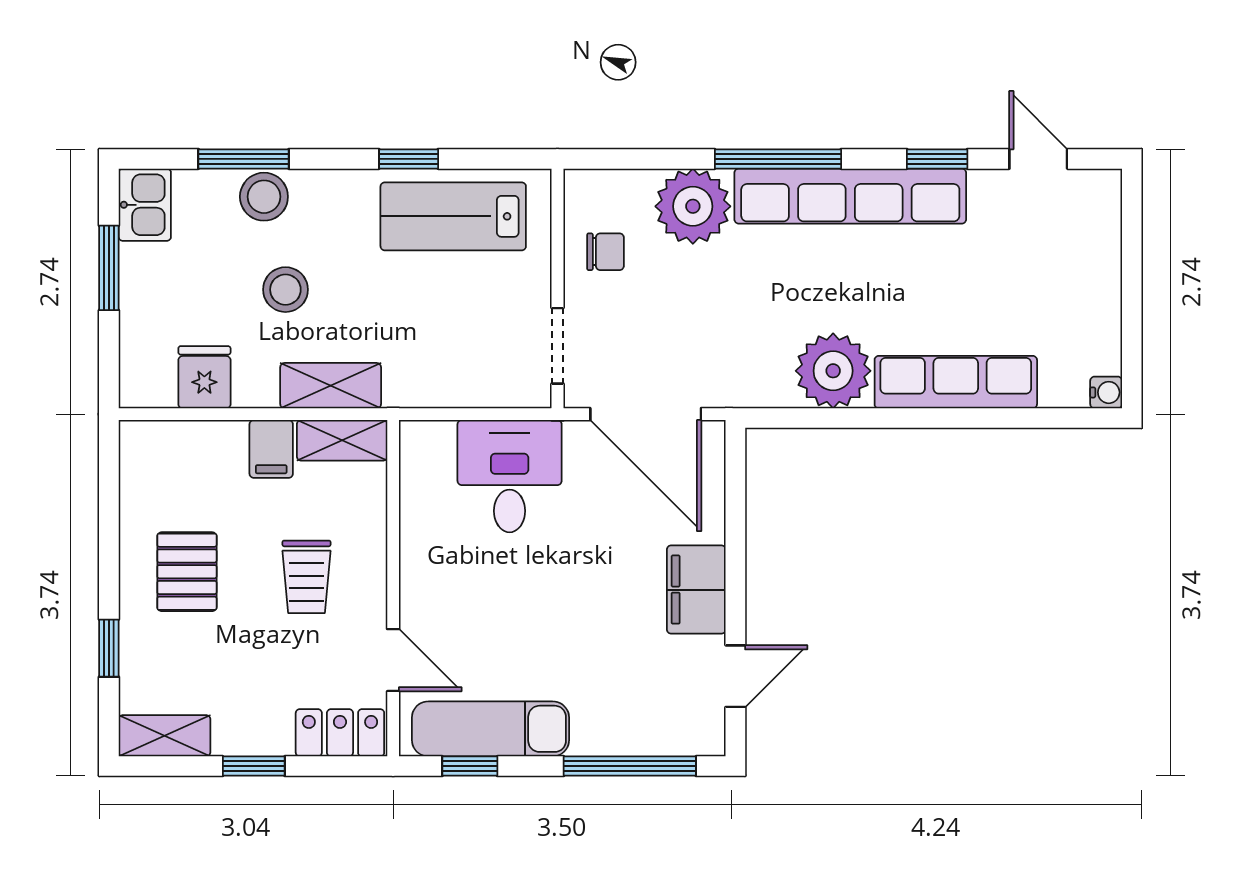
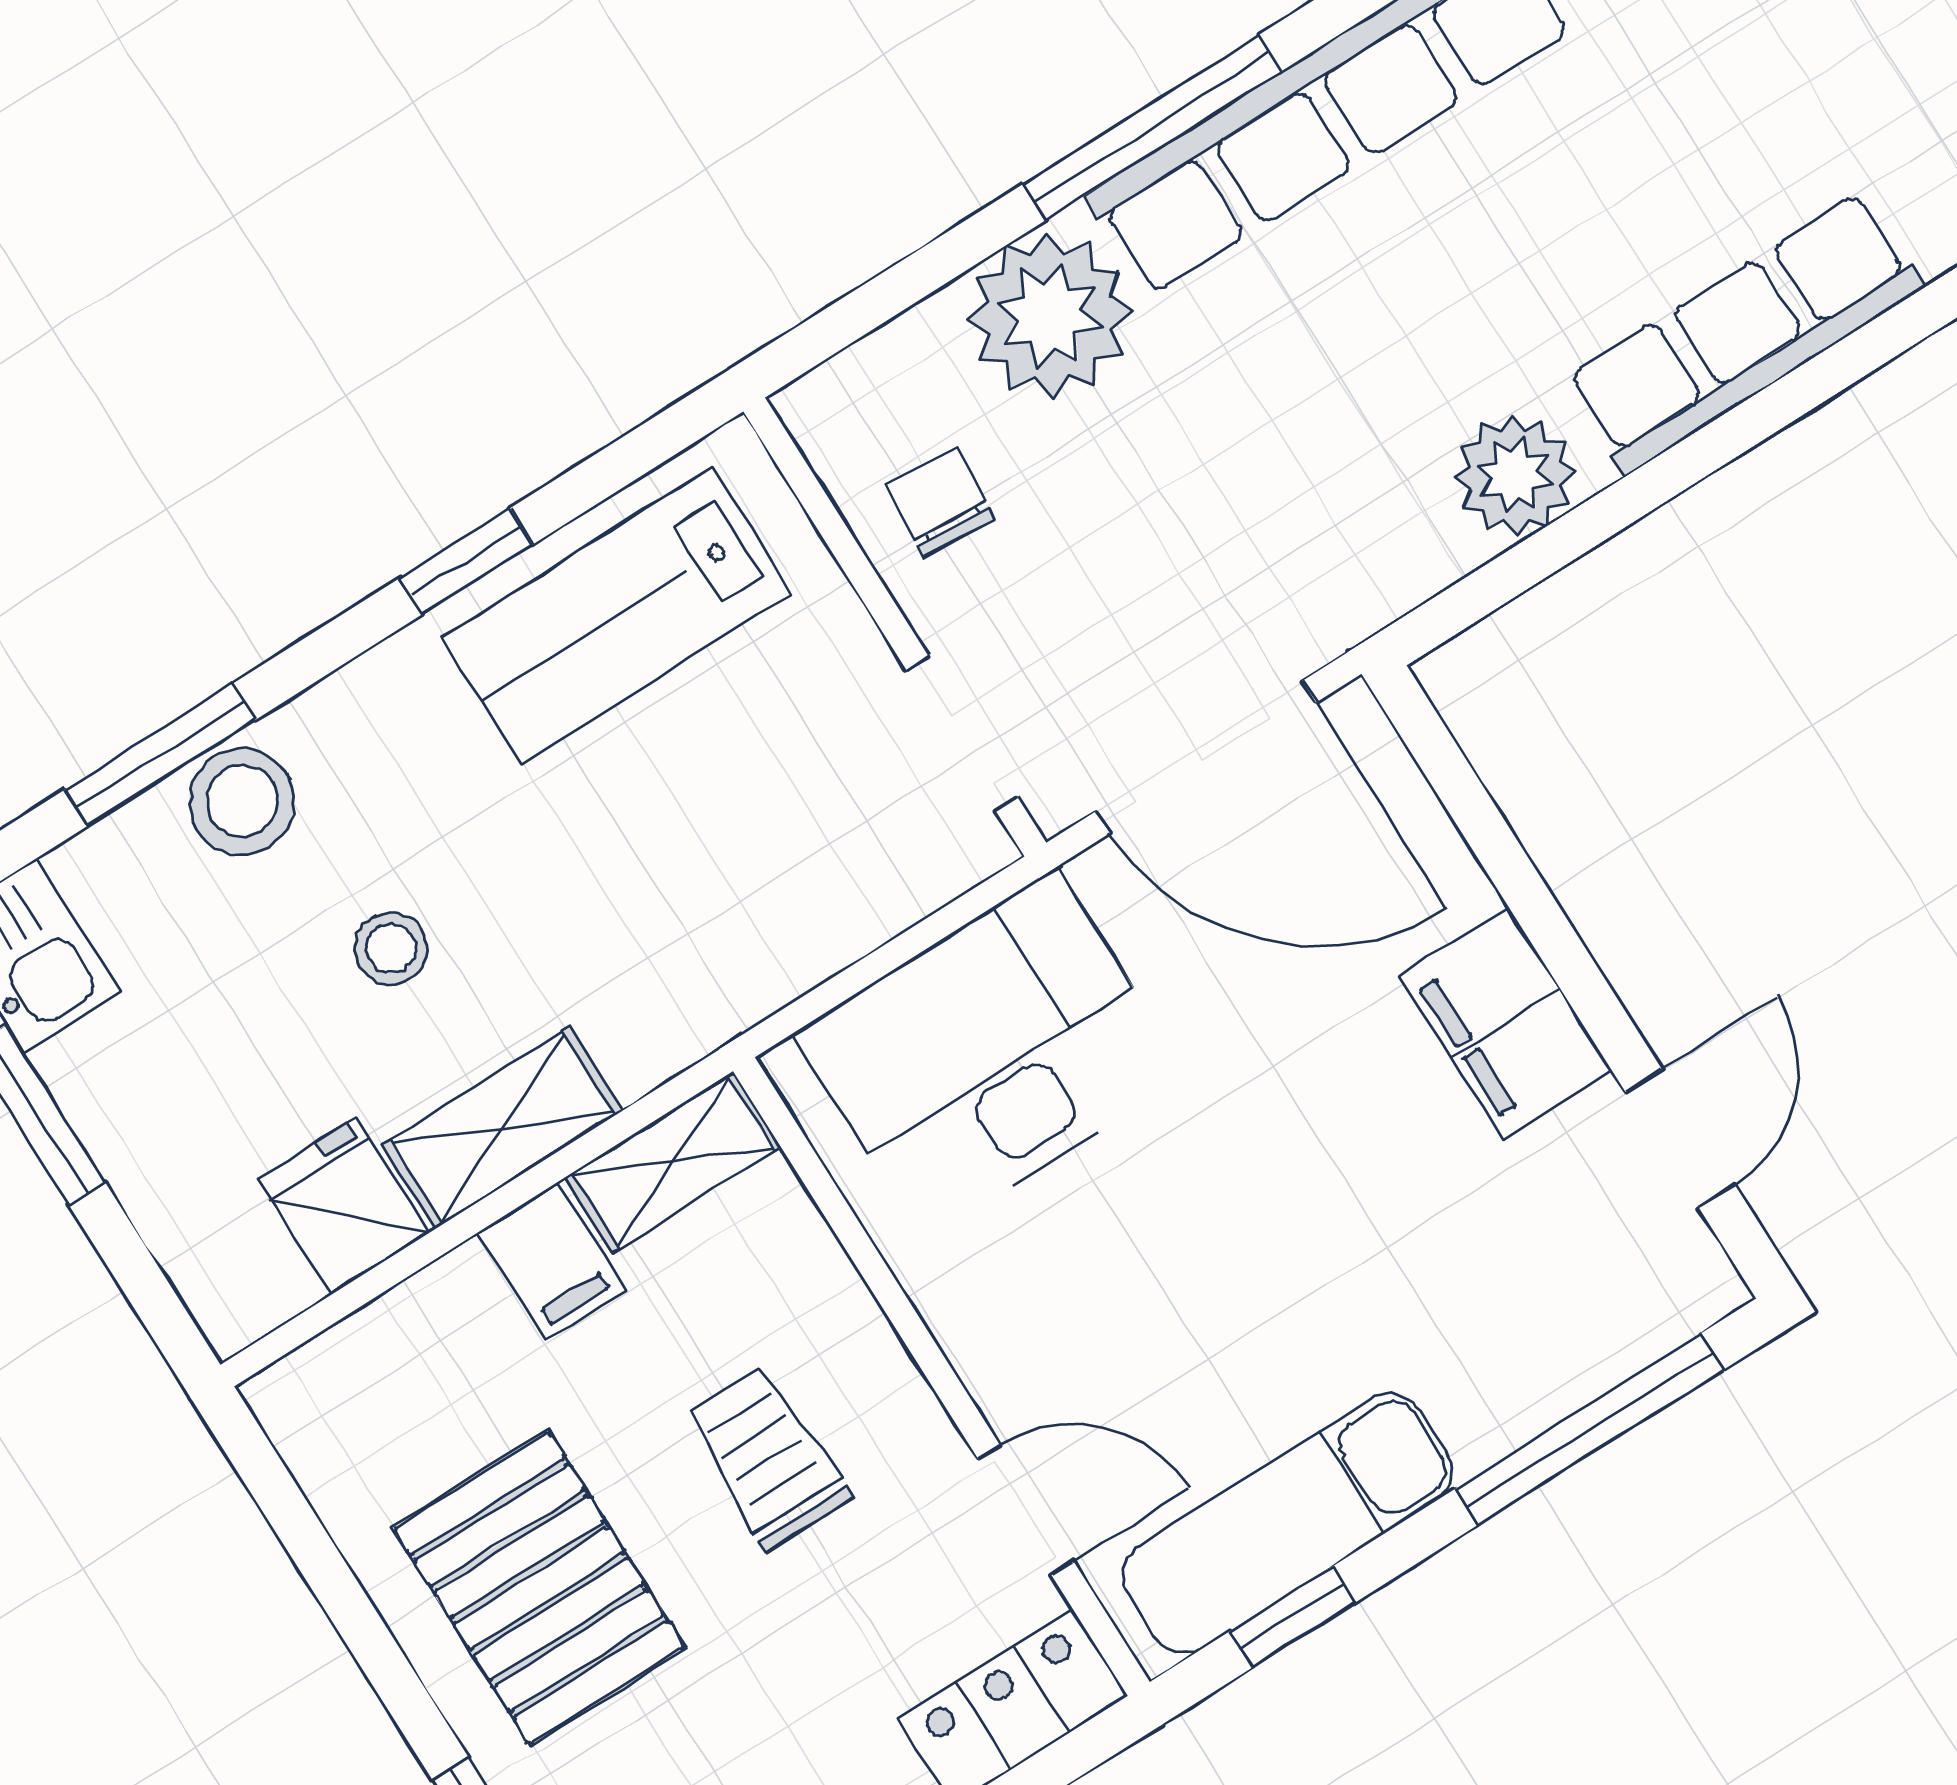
chair: (605, 252) -> (941, 503), turned -86
stool: (285, 290) -> (391, 948), width x0.73, depth x0.73
plant: (833, 371) -> (1515, 475), width x0.73, depth x0.73
shelving: (331, 386) -> (503, 1128), moved
desk: (510, 476) -> (990, 1055), width x1.37
pallet: (187, 572) -> (539, 1588), width x1.50, depth x1.42
trolley: (307, 577) -> (767, 1457), turned 180

